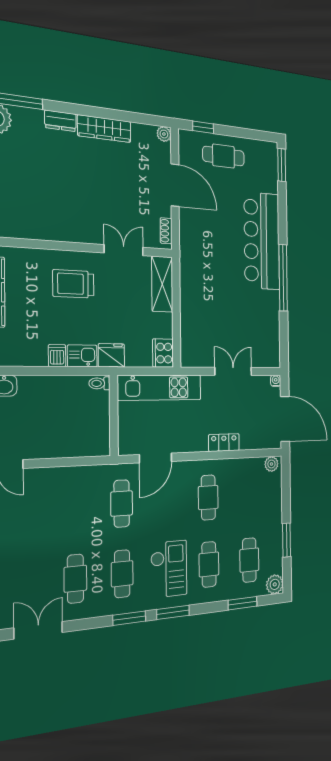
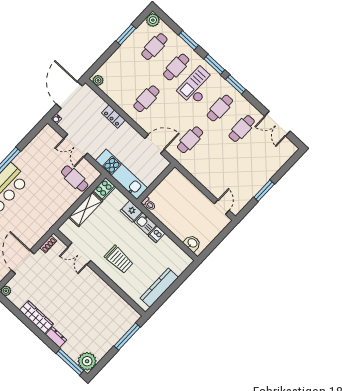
shelving: (162, 284) -> (86, 209), moved
cafe table: (203, 334) -> (75, 179), added
window: (243, 603) -> (188, 40), moved

